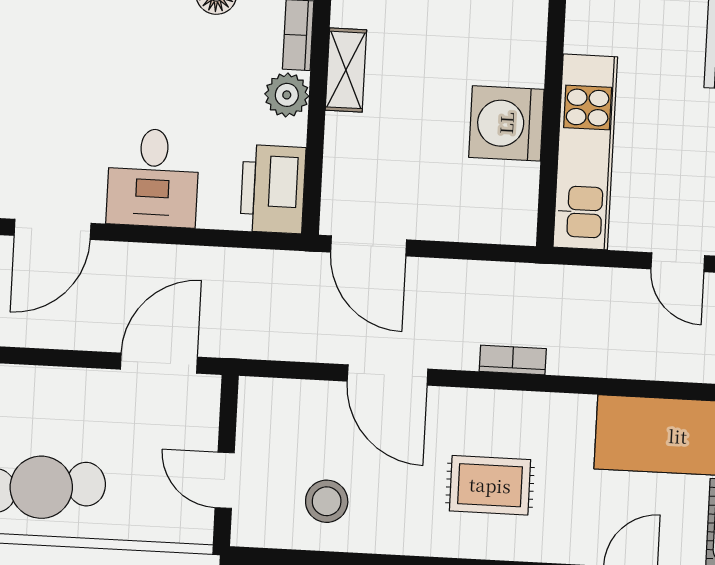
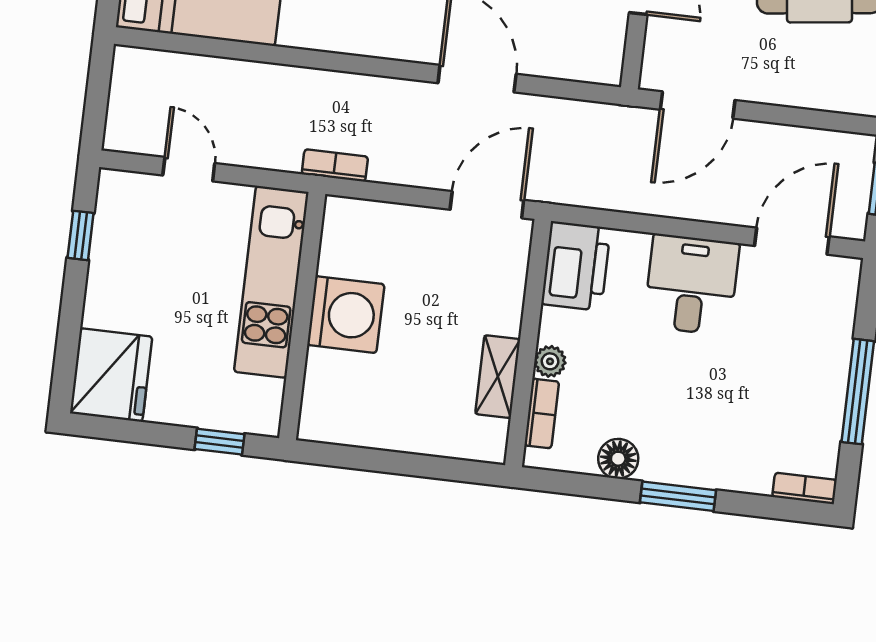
plant: (287, 95) -> (550, 361), width x0.73, depth x0.73
door: (369, 246) -> (487, 205), hinge flipped
bookcase: (513, 360) -> (335, 165), moved, turned 180

